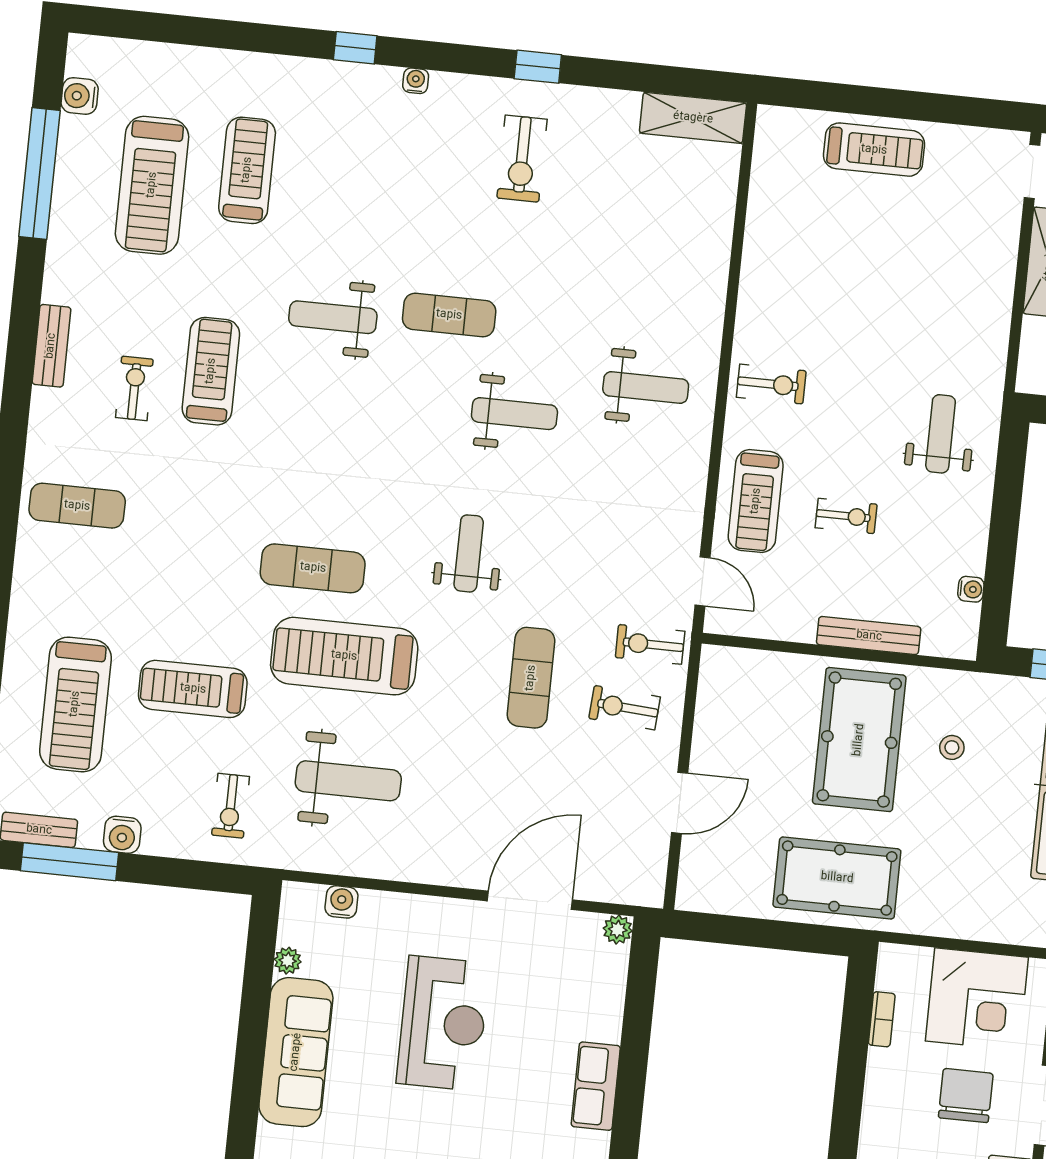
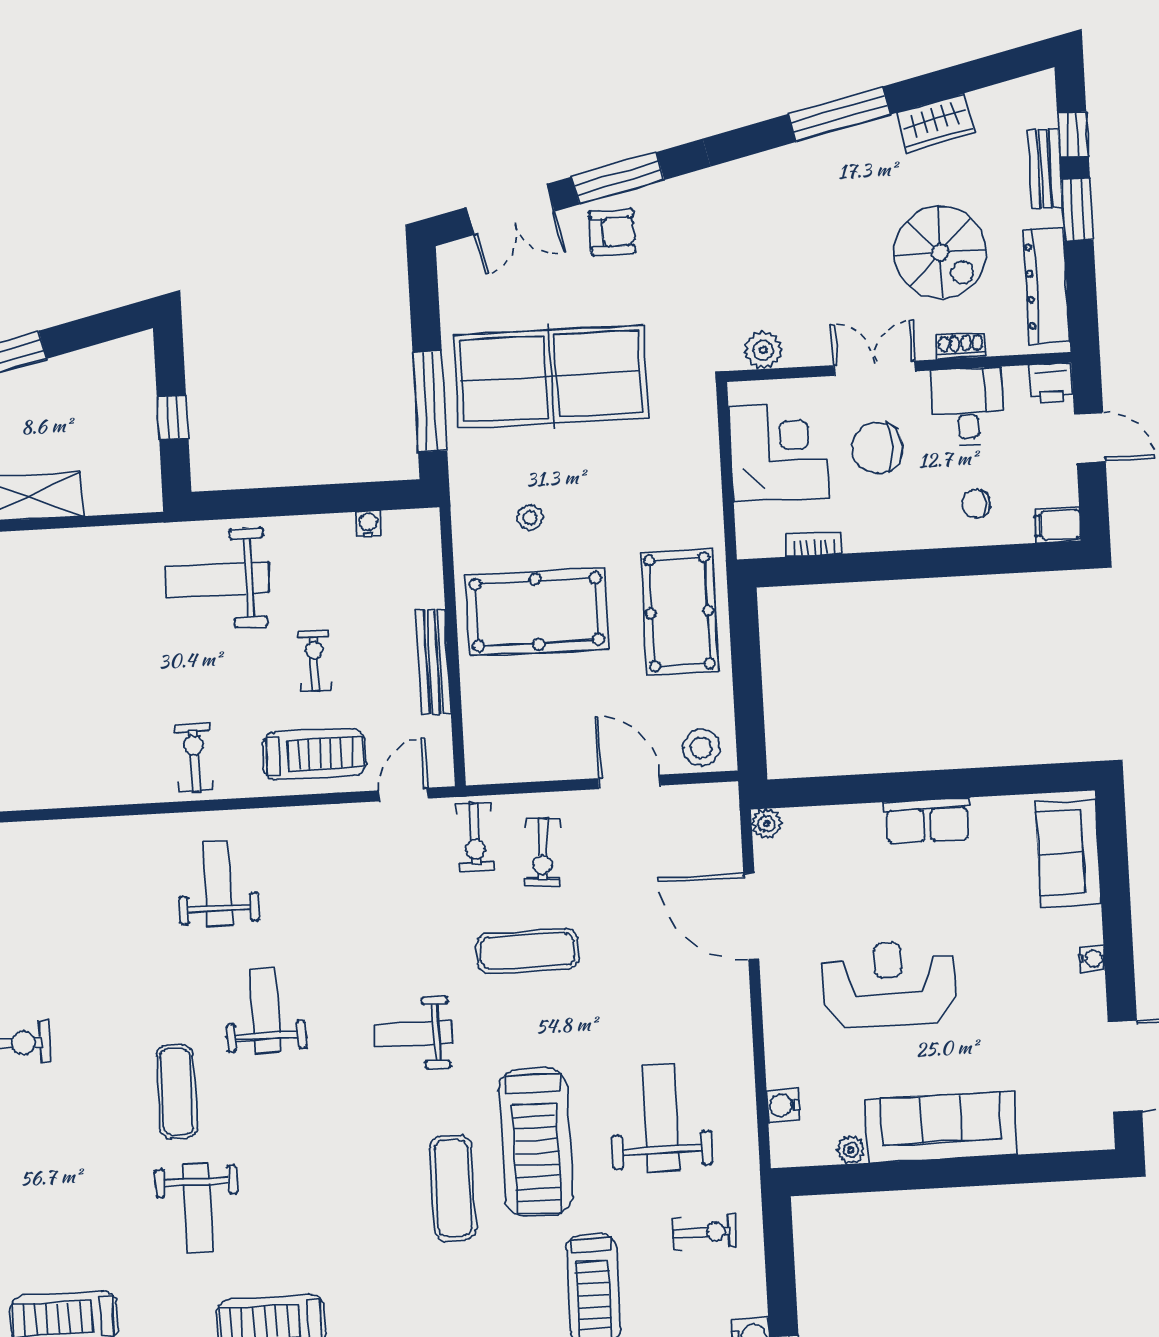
weight bench: (941, 434) -> (217, 579), width x1.36, depth x1.33
bench: (869, 636) -> (433, 662), moved
stool: (702, 878) -> (701, 747), added

